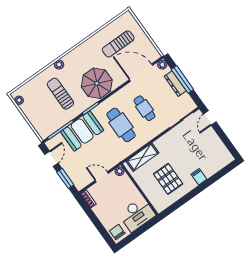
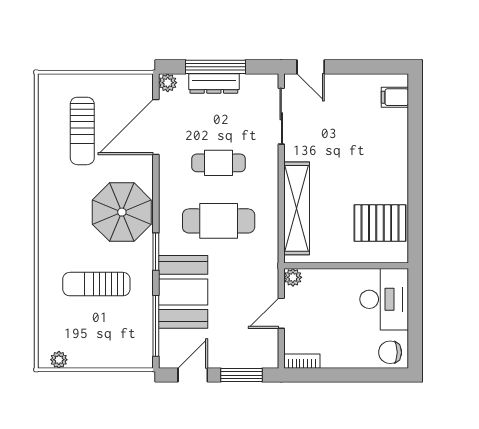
plant: (59, 65) -> (47, 252), removed
shelving: (143, 157) -> (297, 208), width x1.47
door: (51, 159) -> (193, 375), hinge flipped
filing cabinet: (199, 177) -> (395, 97), moved
pallet: (168, 179) -> (380, 223), moved

